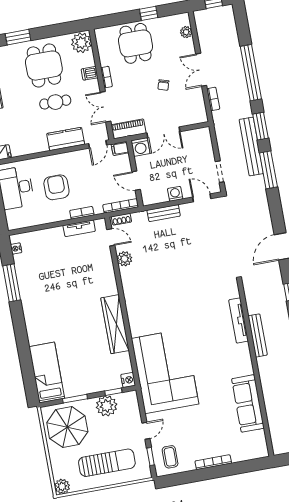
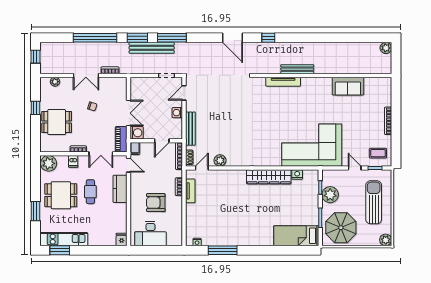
bench: (164, 213) -> (190, 129), width x1.36
nightstand: (128, 380) -> (297, 175), moved
sofa: (248, 403) -> (348, 86), width x0.73

